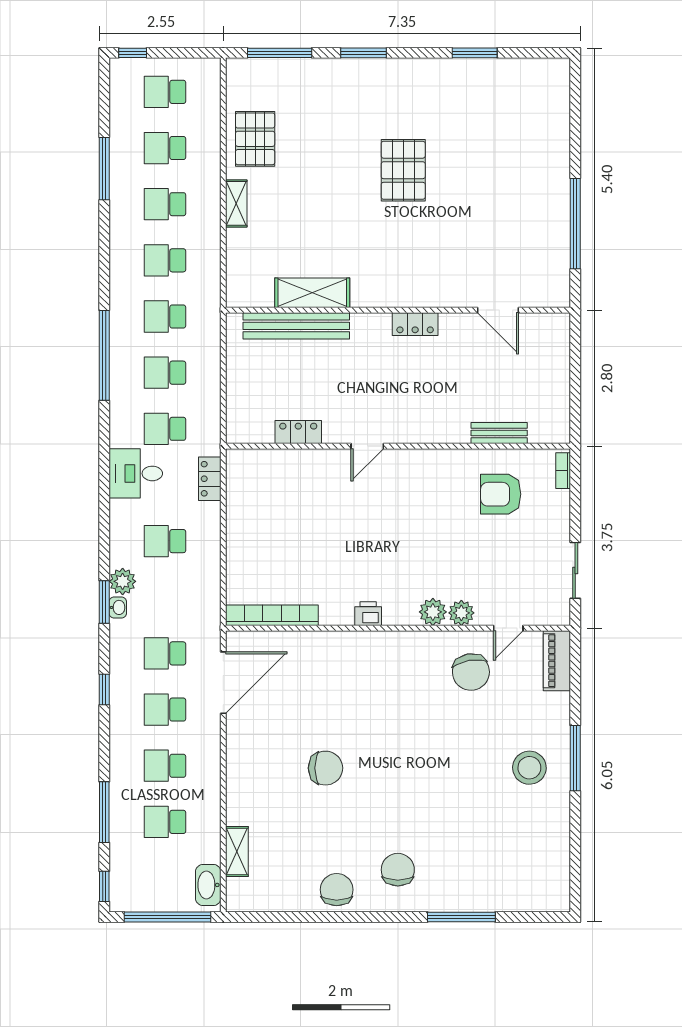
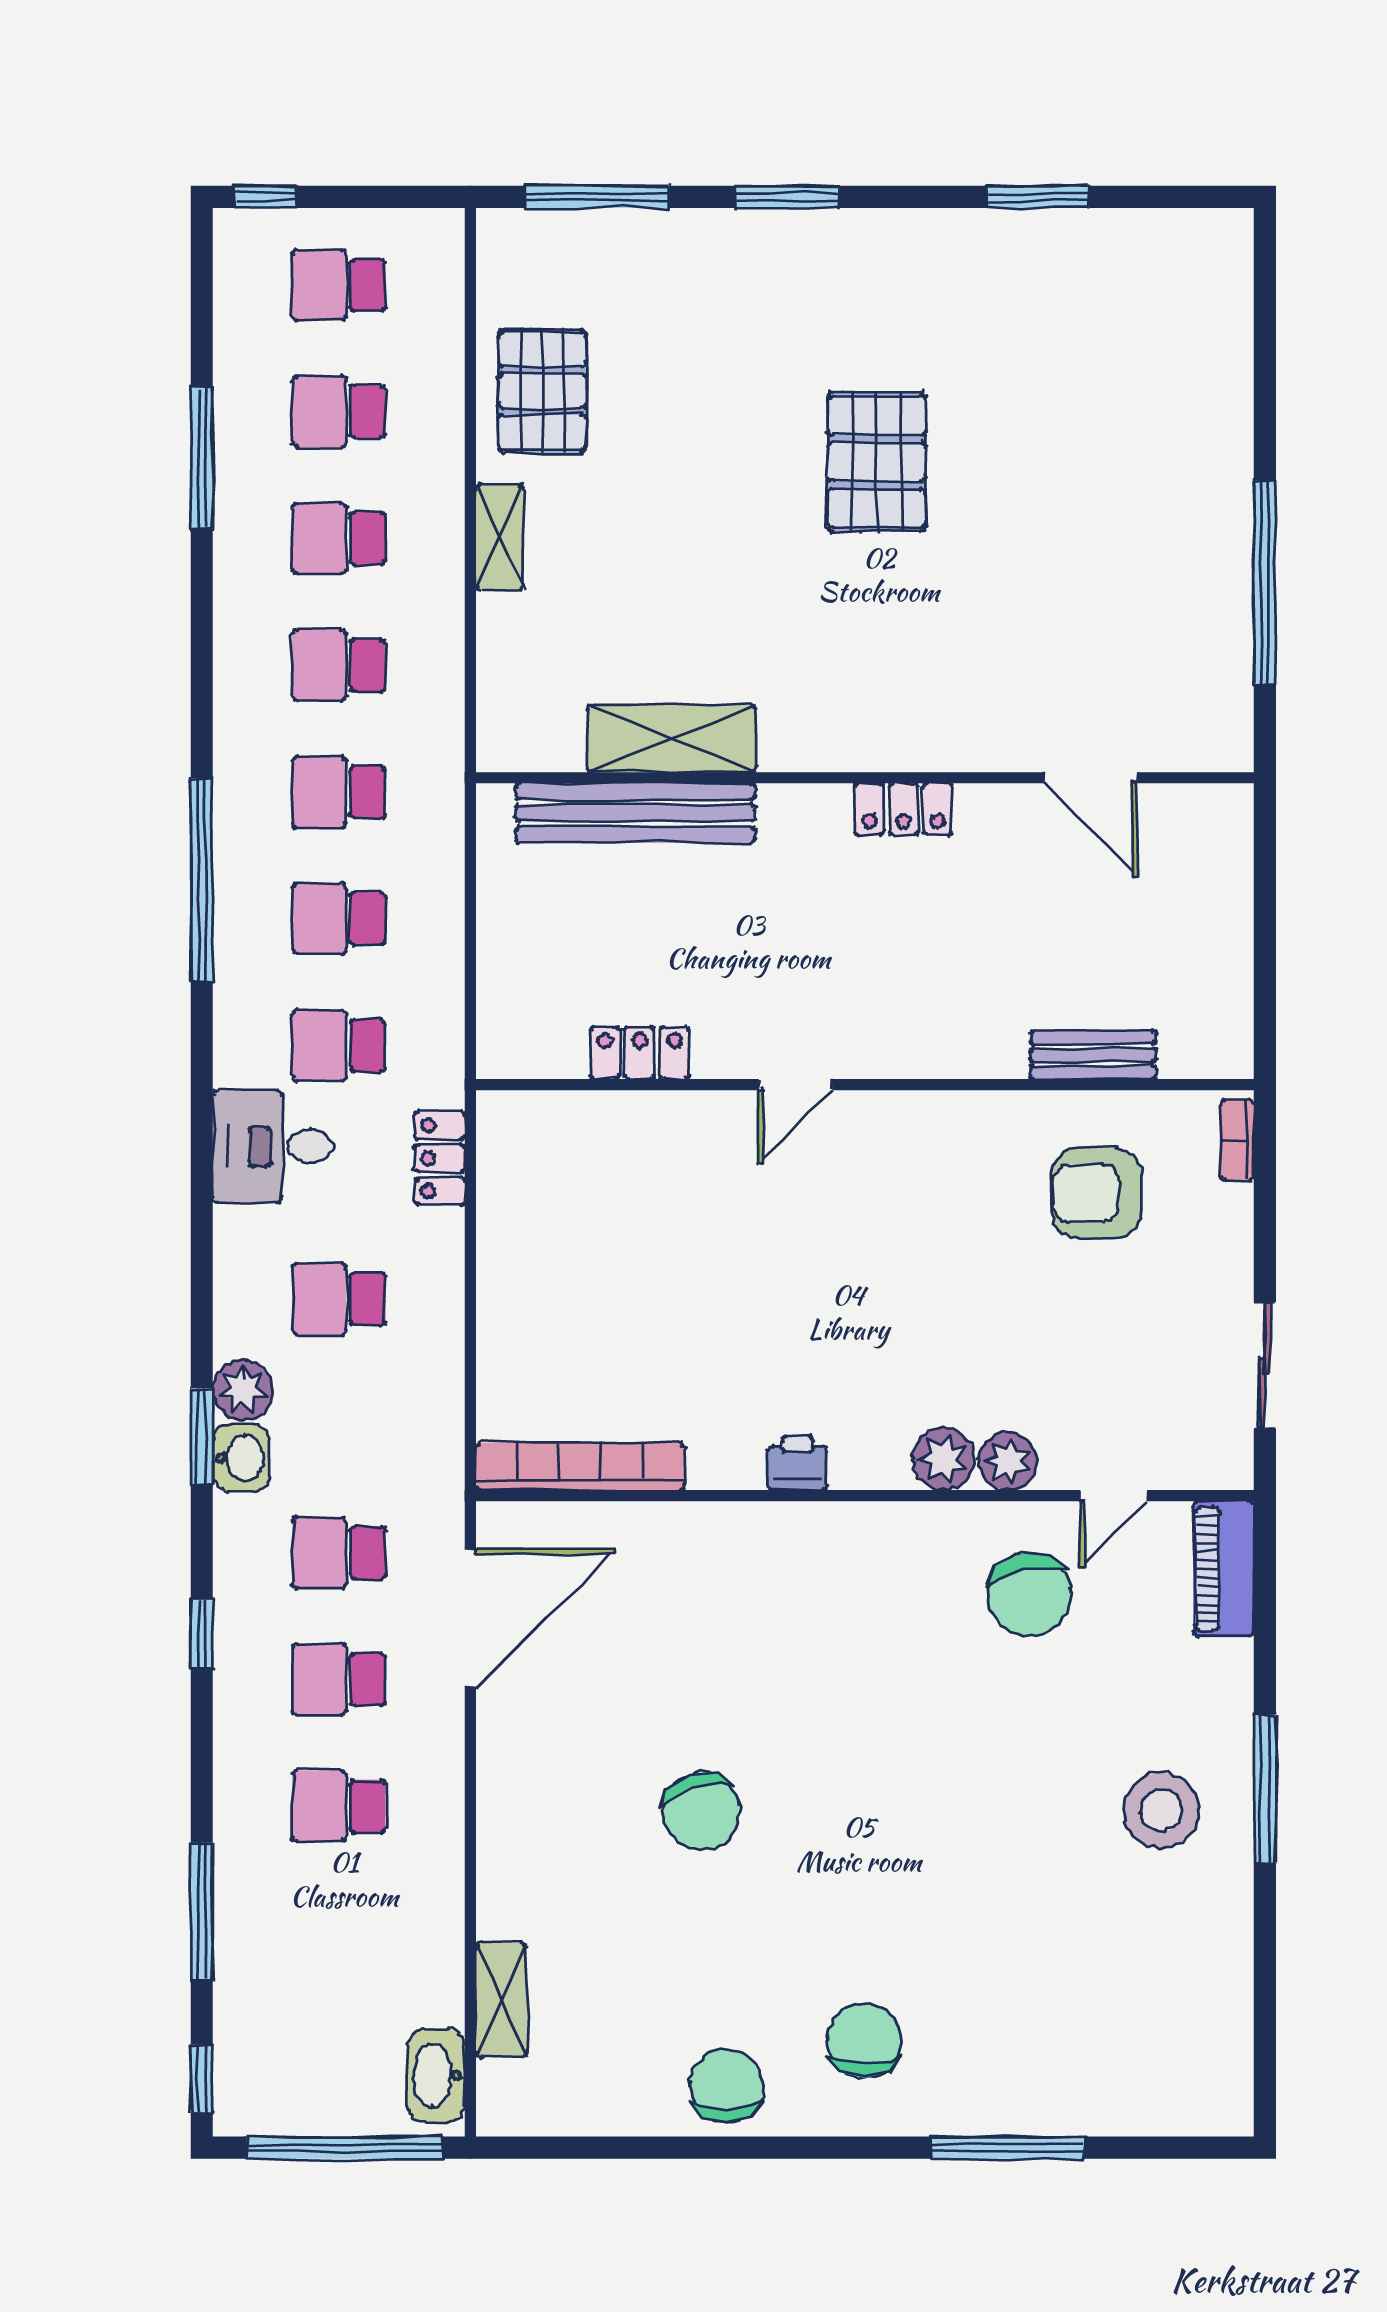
washbasin: (118, 607) -> (241, 1458), width x1.38, depth x1.45
chair: (326, 768) -> (701, 1811), turned 72
school desk: (165, 822) -> (339, 1933), removed

